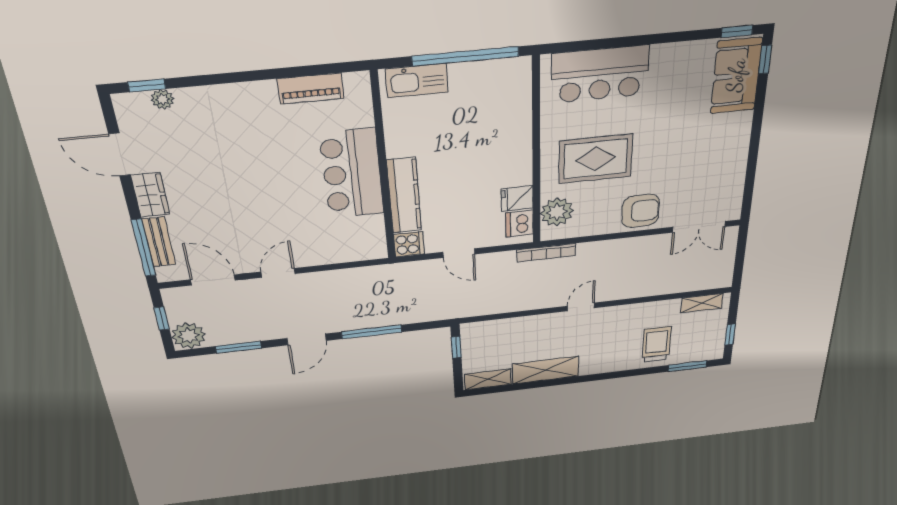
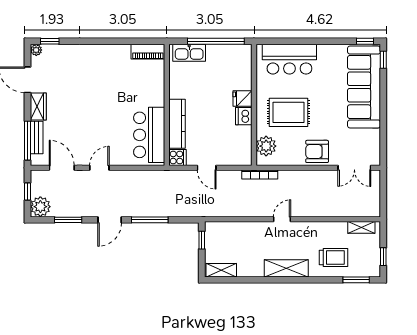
sofa: (736, 76) -> (364, 87), width x1.85, depth x1.27
piano: (311, 89) -> (148, 52), moved
plant: (162, 99) -> (36, 50), moved
bar counter: (352, 174) -> (149, 135), moved
fridge: (517, 199) -> (242, 99), moved
armchair: (641, 211) -> (317, 151), turned 180
dishwasher: (520, 224) -> (244, 116), moved
trolley: (657, 344) -> (333, 258), turned 90
shelving: (546, 370) -> (286, 268), moved

